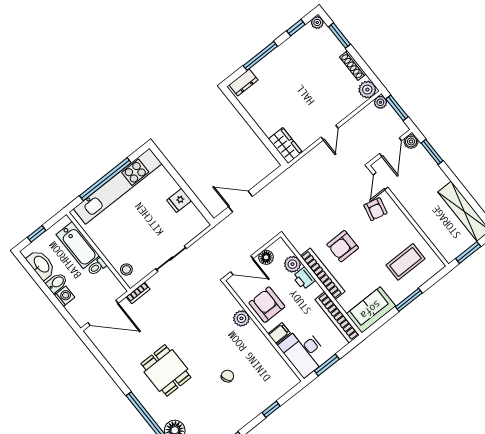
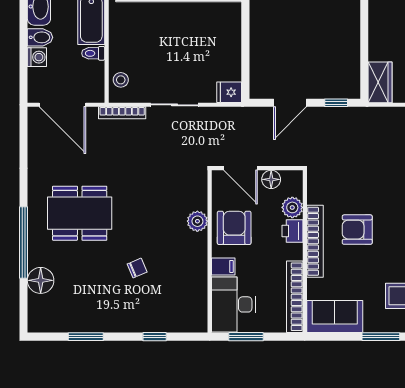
window: (268, 179) -> (336, 103), added
fridge: (179, 200) -> (229, 92), moved
door: (240, 202) -> (290, 103), swing flipped
bookcase: (138, 293) -> (122, 113), width x1.56
dining table: (166, 370) -> (80, 213), width x1.38

